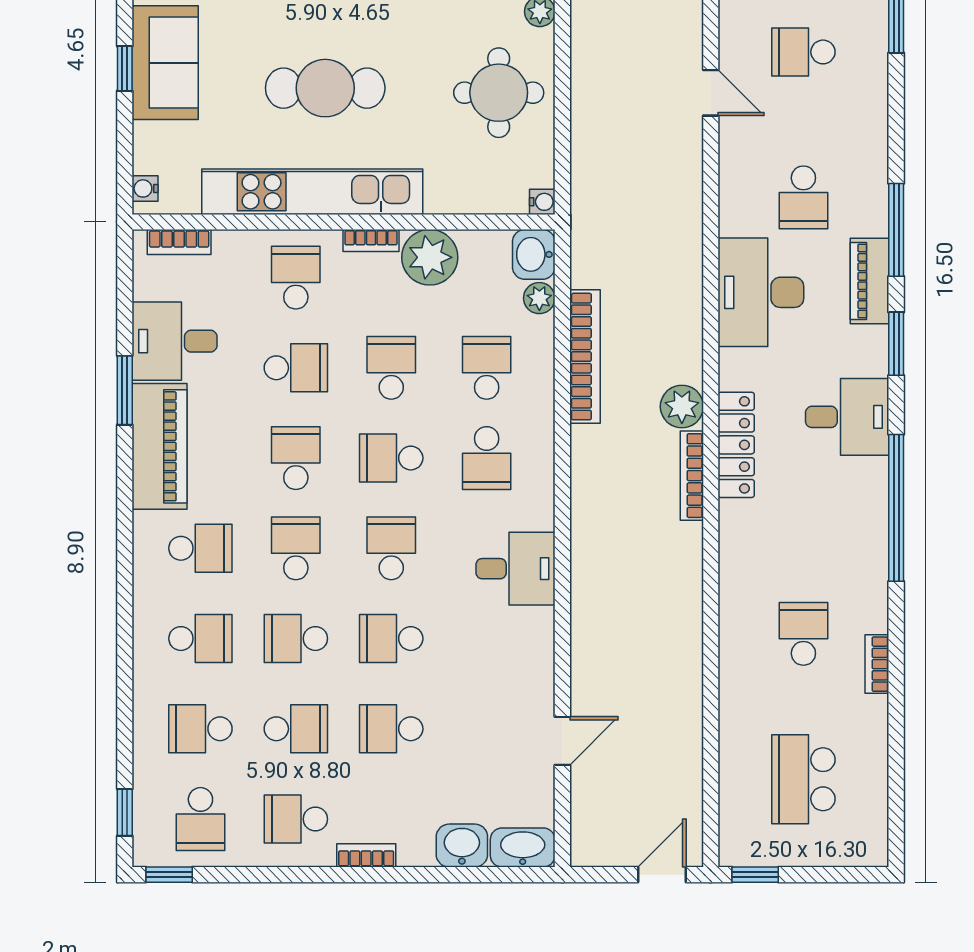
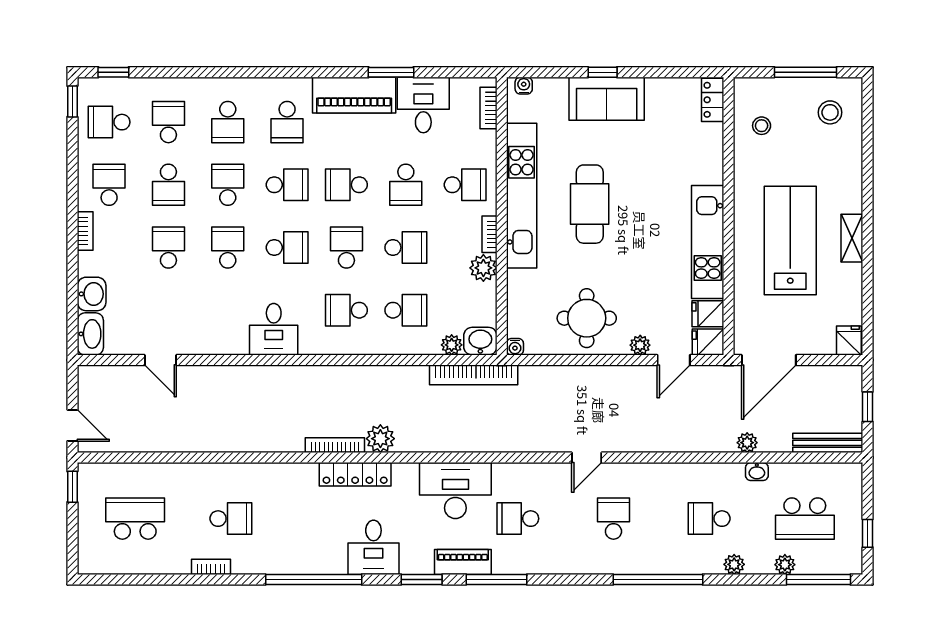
plant: (430, 257) -> (483, 268), width x0.73, depth x0.73
bookcase: (585, 357) -> (474, 375), moved
school desk: (296, 458) -> (346, 185), turned 180

